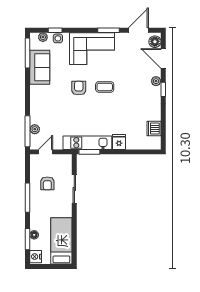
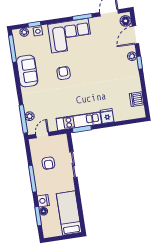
door: (163, 58) -> (135, 35), hinge flipped
sofa: (40, 67) -> (27, 71), moved
coffee table: (105, 87) -> (87, 68), removed
nightstand: (36, 257) -> (43, 201), moved

